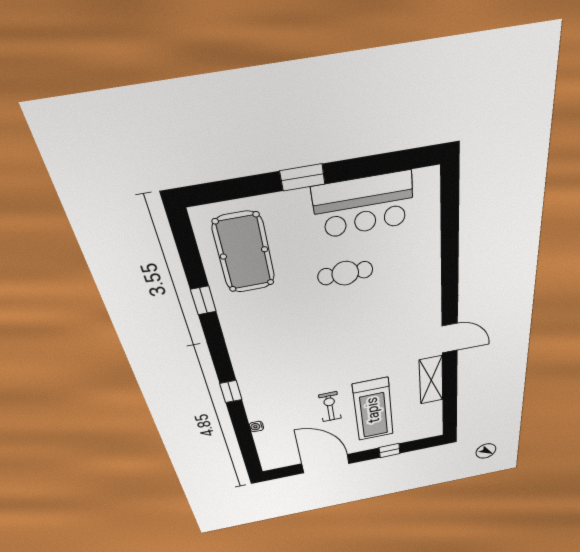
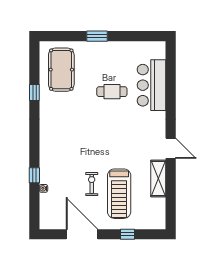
bar counter: (364, 205) -> (152, 85), moved, turned 90
window: (231, 392) -> (34, 175), moved

